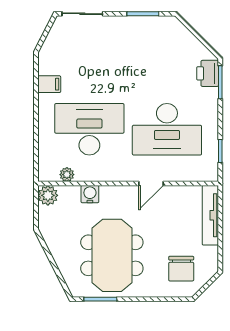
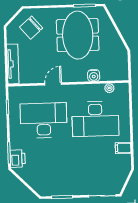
plant: (48, 195) -> (122, 74), removed
chair: (181, 269) -> (31, 28), turned -131

